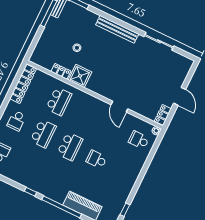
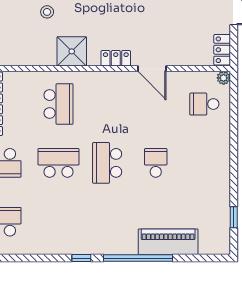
locker: (61, 71) -> (116, 58), moved
school desk: (43, 134) -> (59, 163), turned -90
school desk: (70, 146) -> (107, 163), turned 180
school desk: (96, 159) -> (156, 163), turned 90

